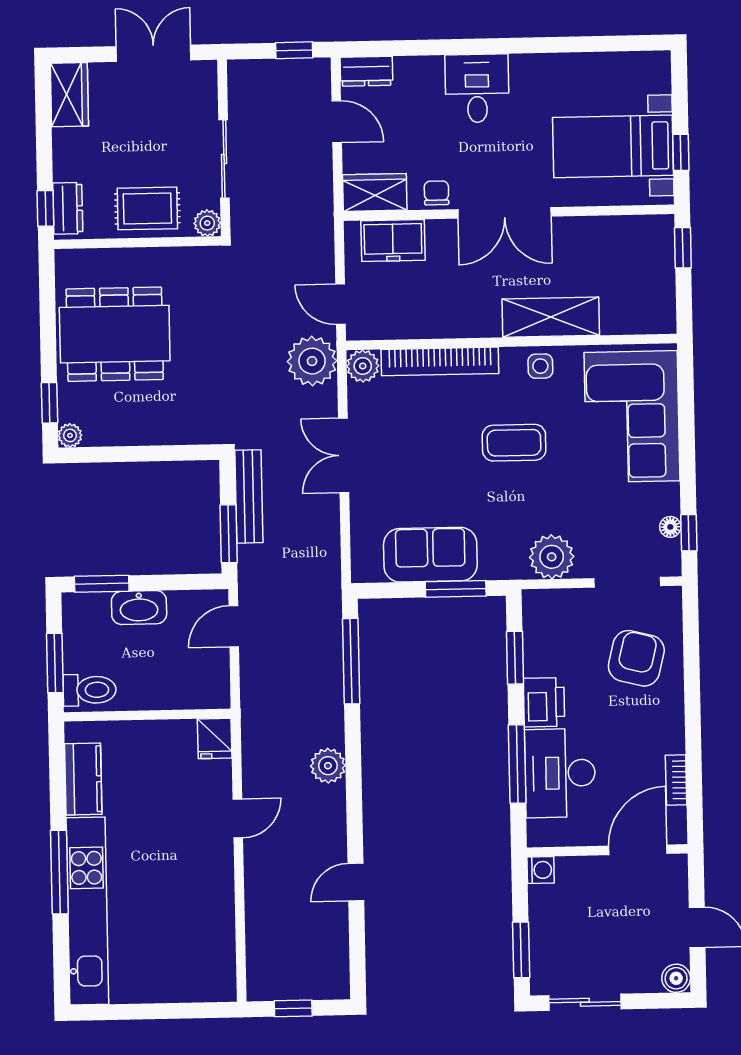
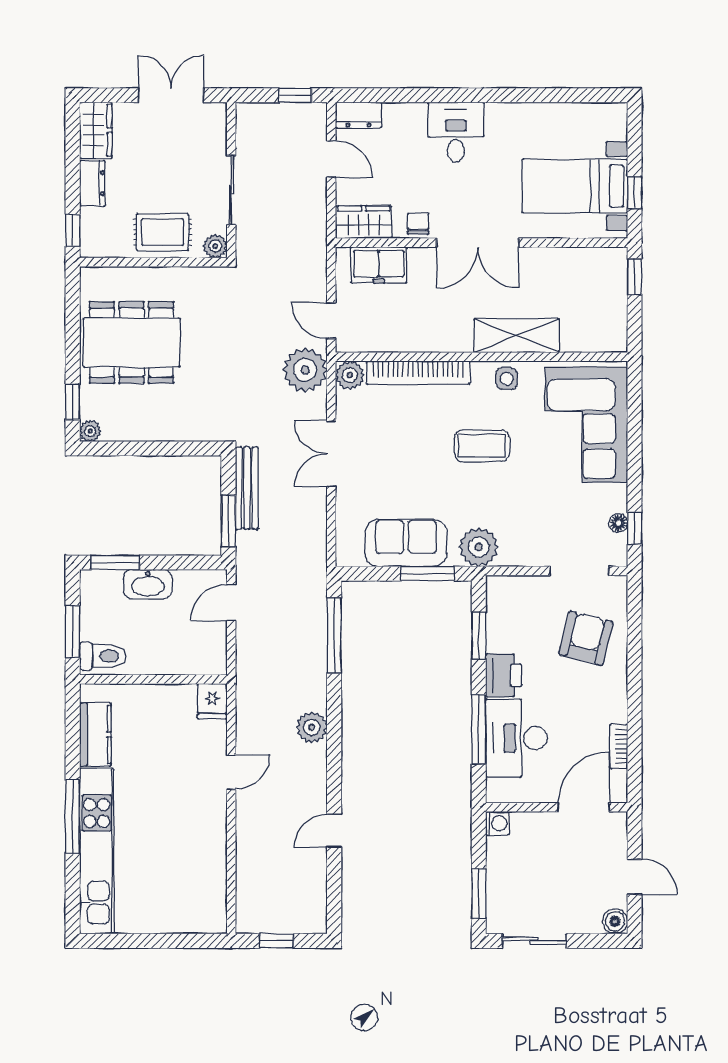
dresser: (68, 208) -> (92, 183), moved
plant: (552, 557) -> (479, 547), moved

